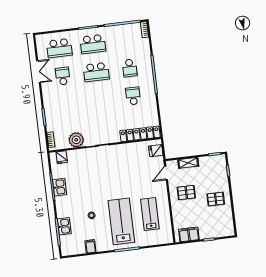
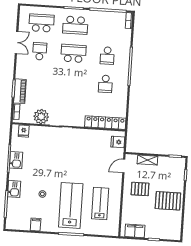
school desk: (59, 48) -> (41, 23), turned 180
school desk: (96, 72) -> (73, 53), turned 180
school desk: (133, 96) -> (105, 84), turned 180
piano: (51, 119) -> (20, 91), added
pallet: (216, 199) -> (168, 201), width x1.50, depth x1.42
kitchen sink: (64, 226) -> (14, 189), moved

